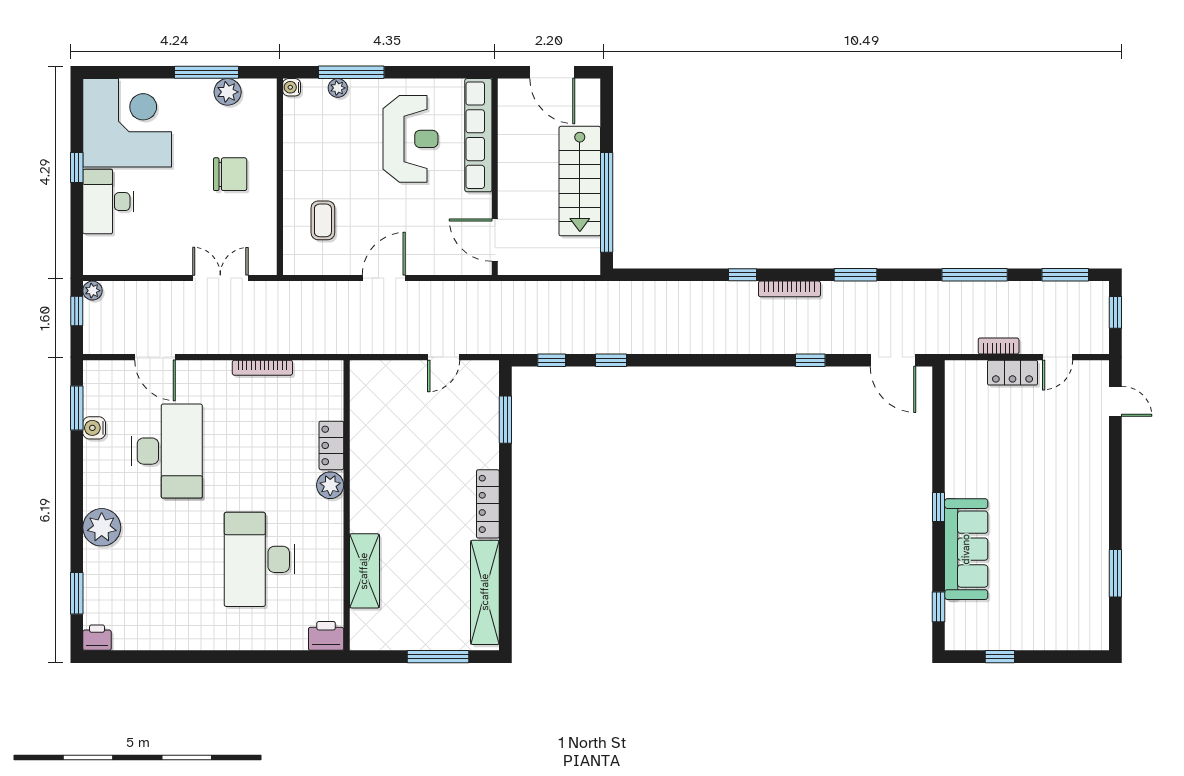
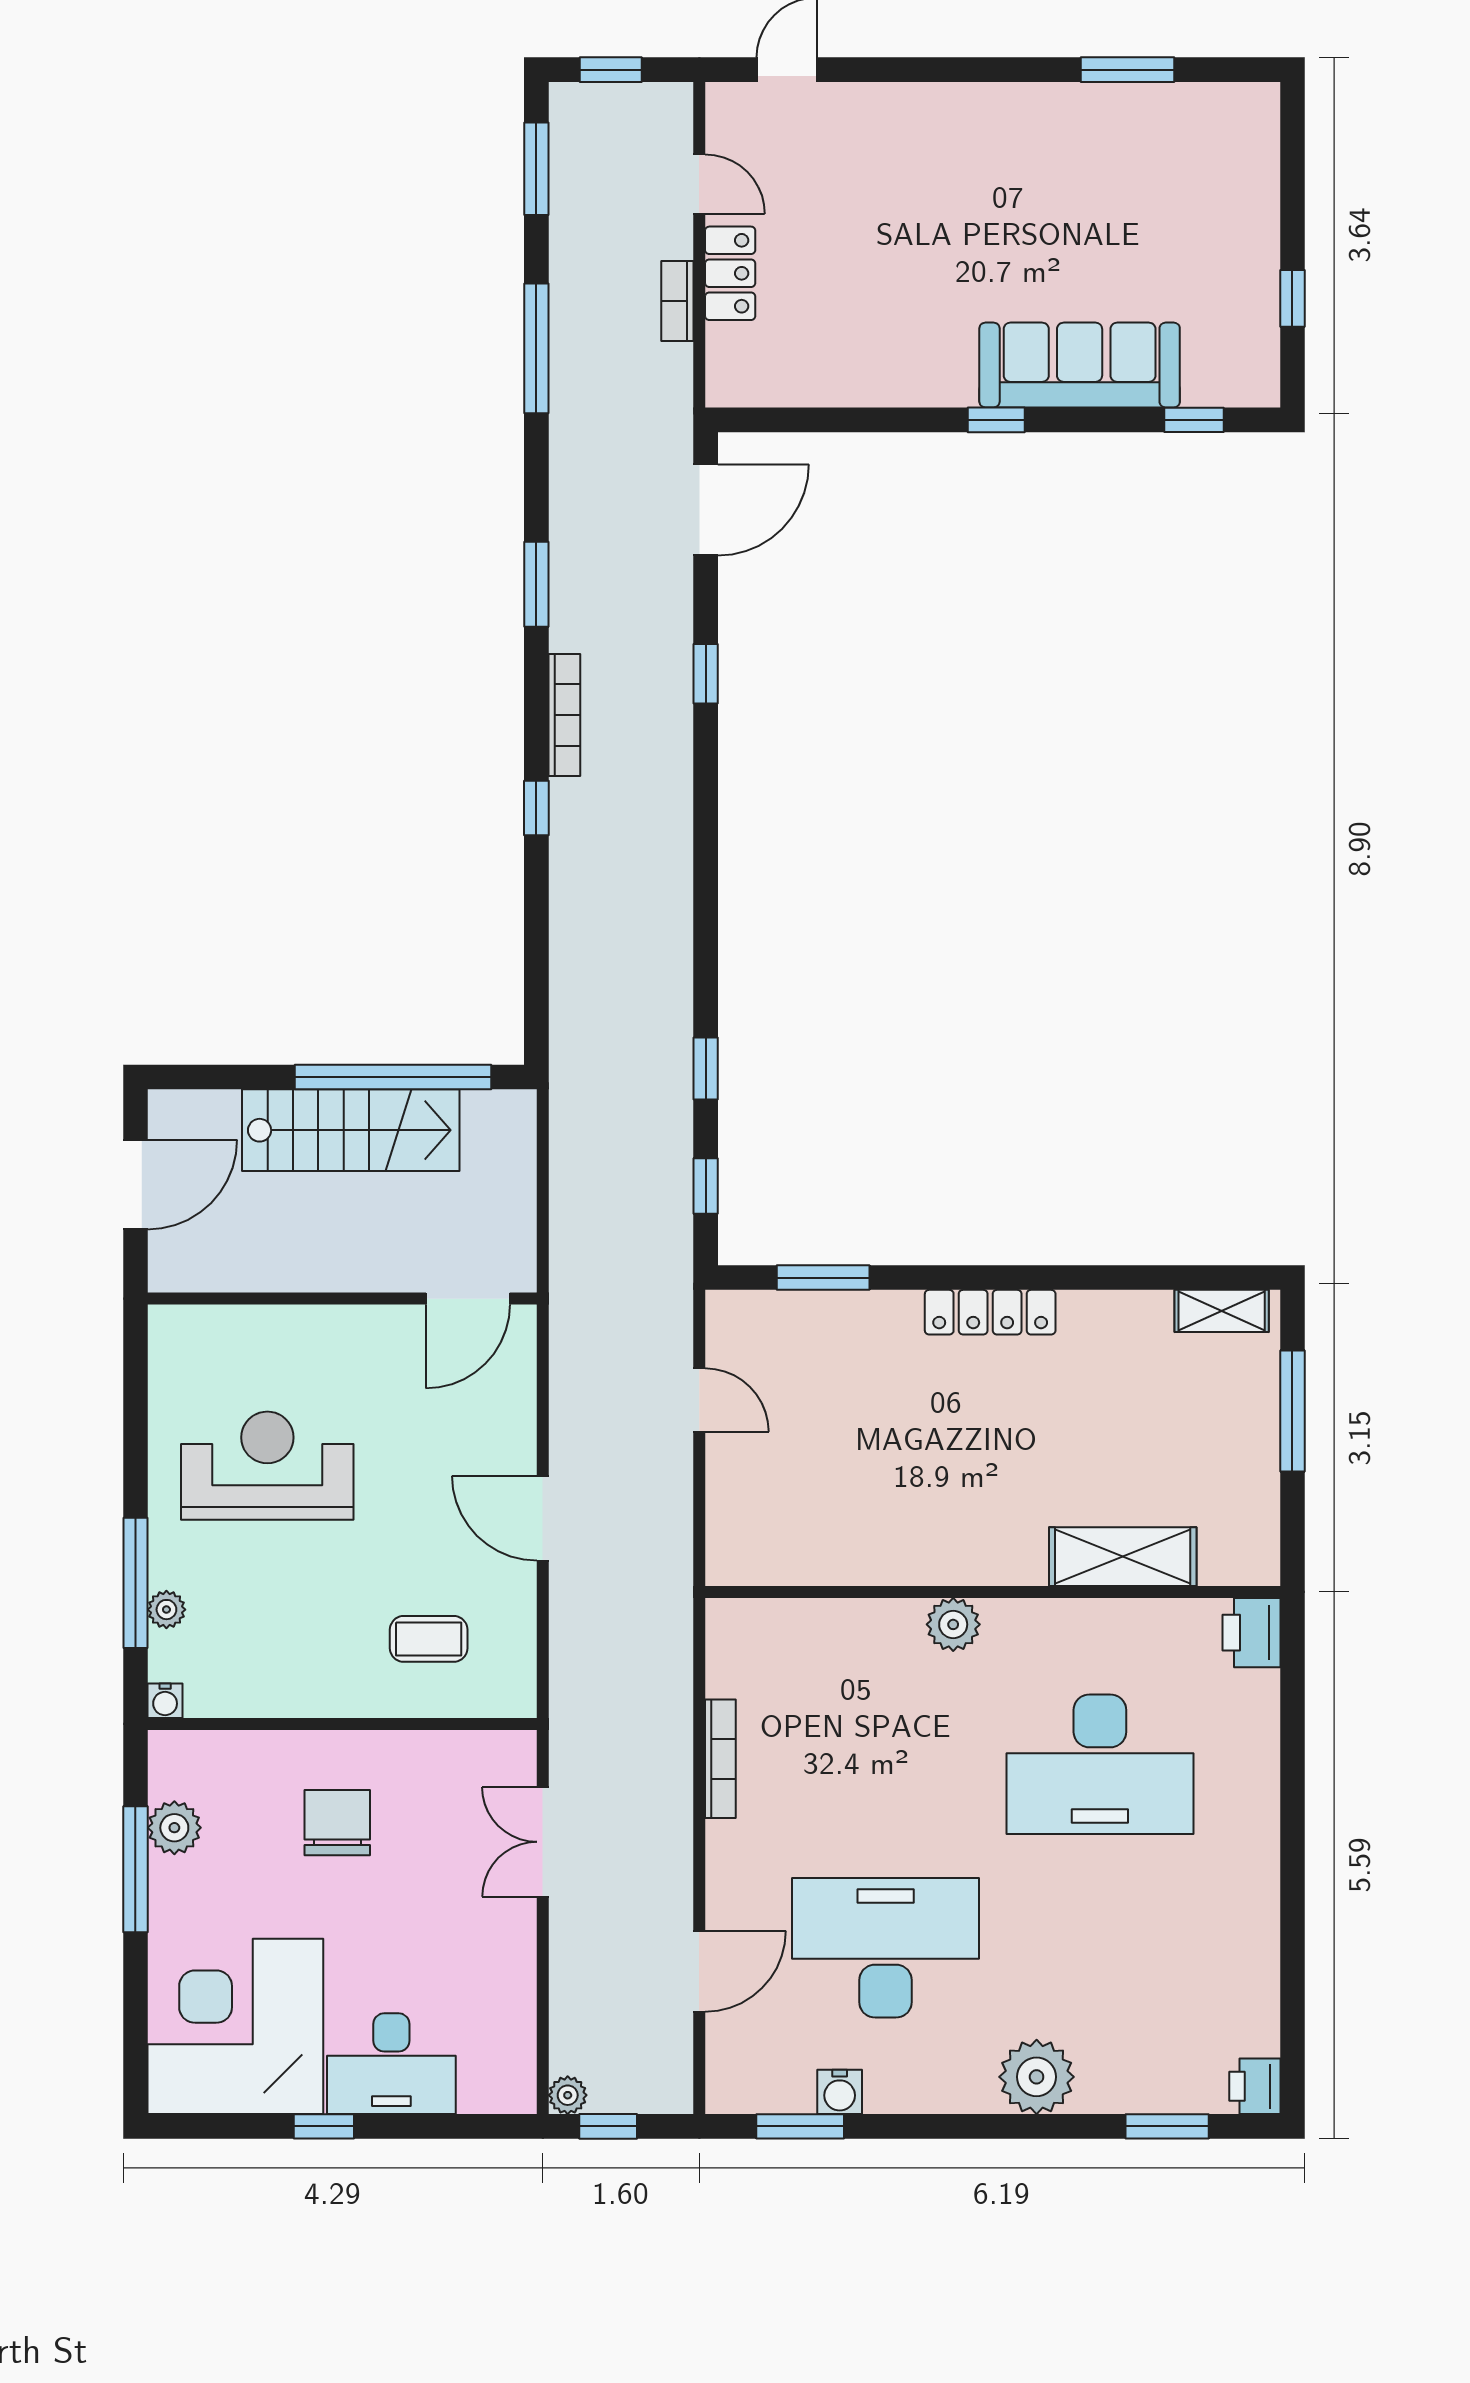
row of seats: (478, 135) -> (260, 1331), removed
locker: (331, 445) -> (874, 1622), removed
shelving: (485, 592) -> (1222, 1311), width x0.45, depth x0.75

